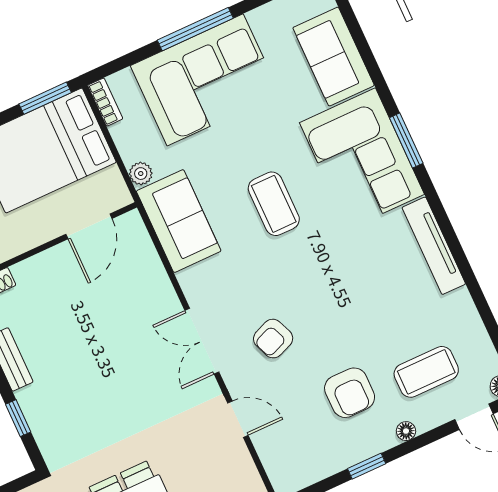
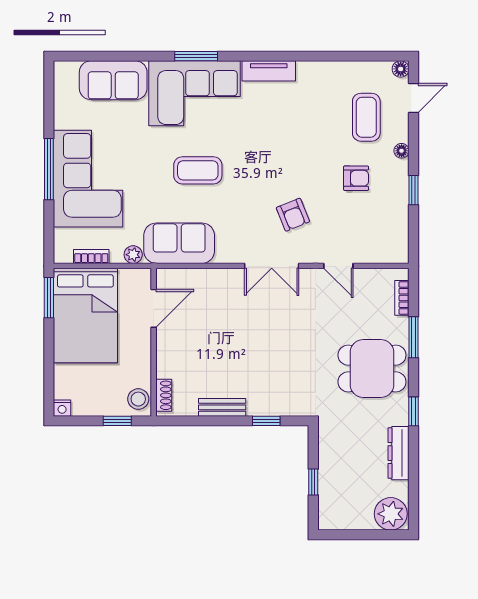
bookcase: (105, 102) -> (91, 256), moved
door: (89, 226) -> (154, 308), hinge flipped
tv unit: (434, 246) -> (269, 71), width x0.71
armchair: (350, 393) -> (356, 178), width x0.72, depth x0.72
door: (238, 419) -> (338, 266), swing flipped

